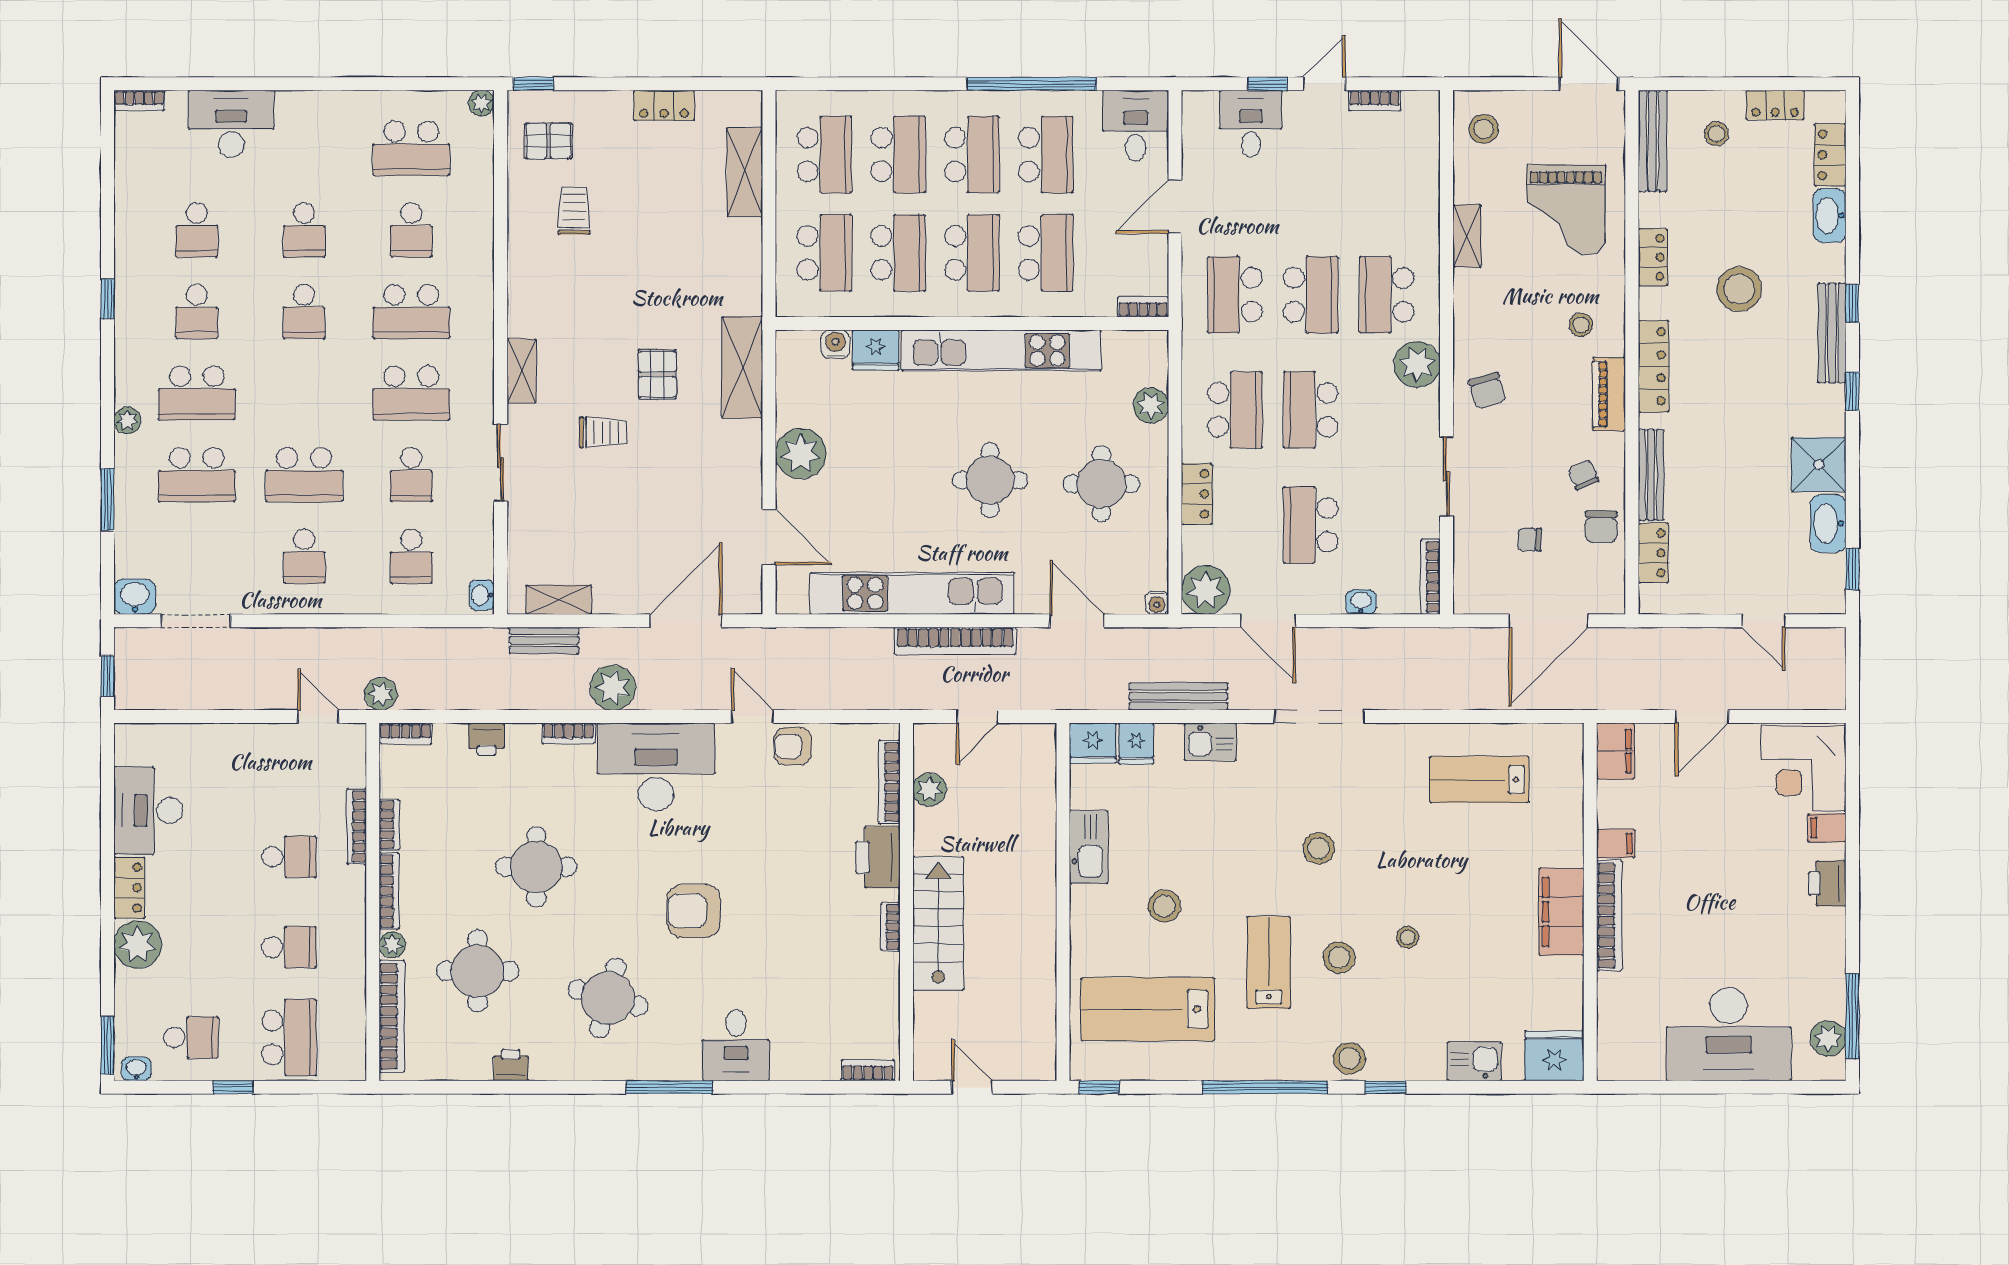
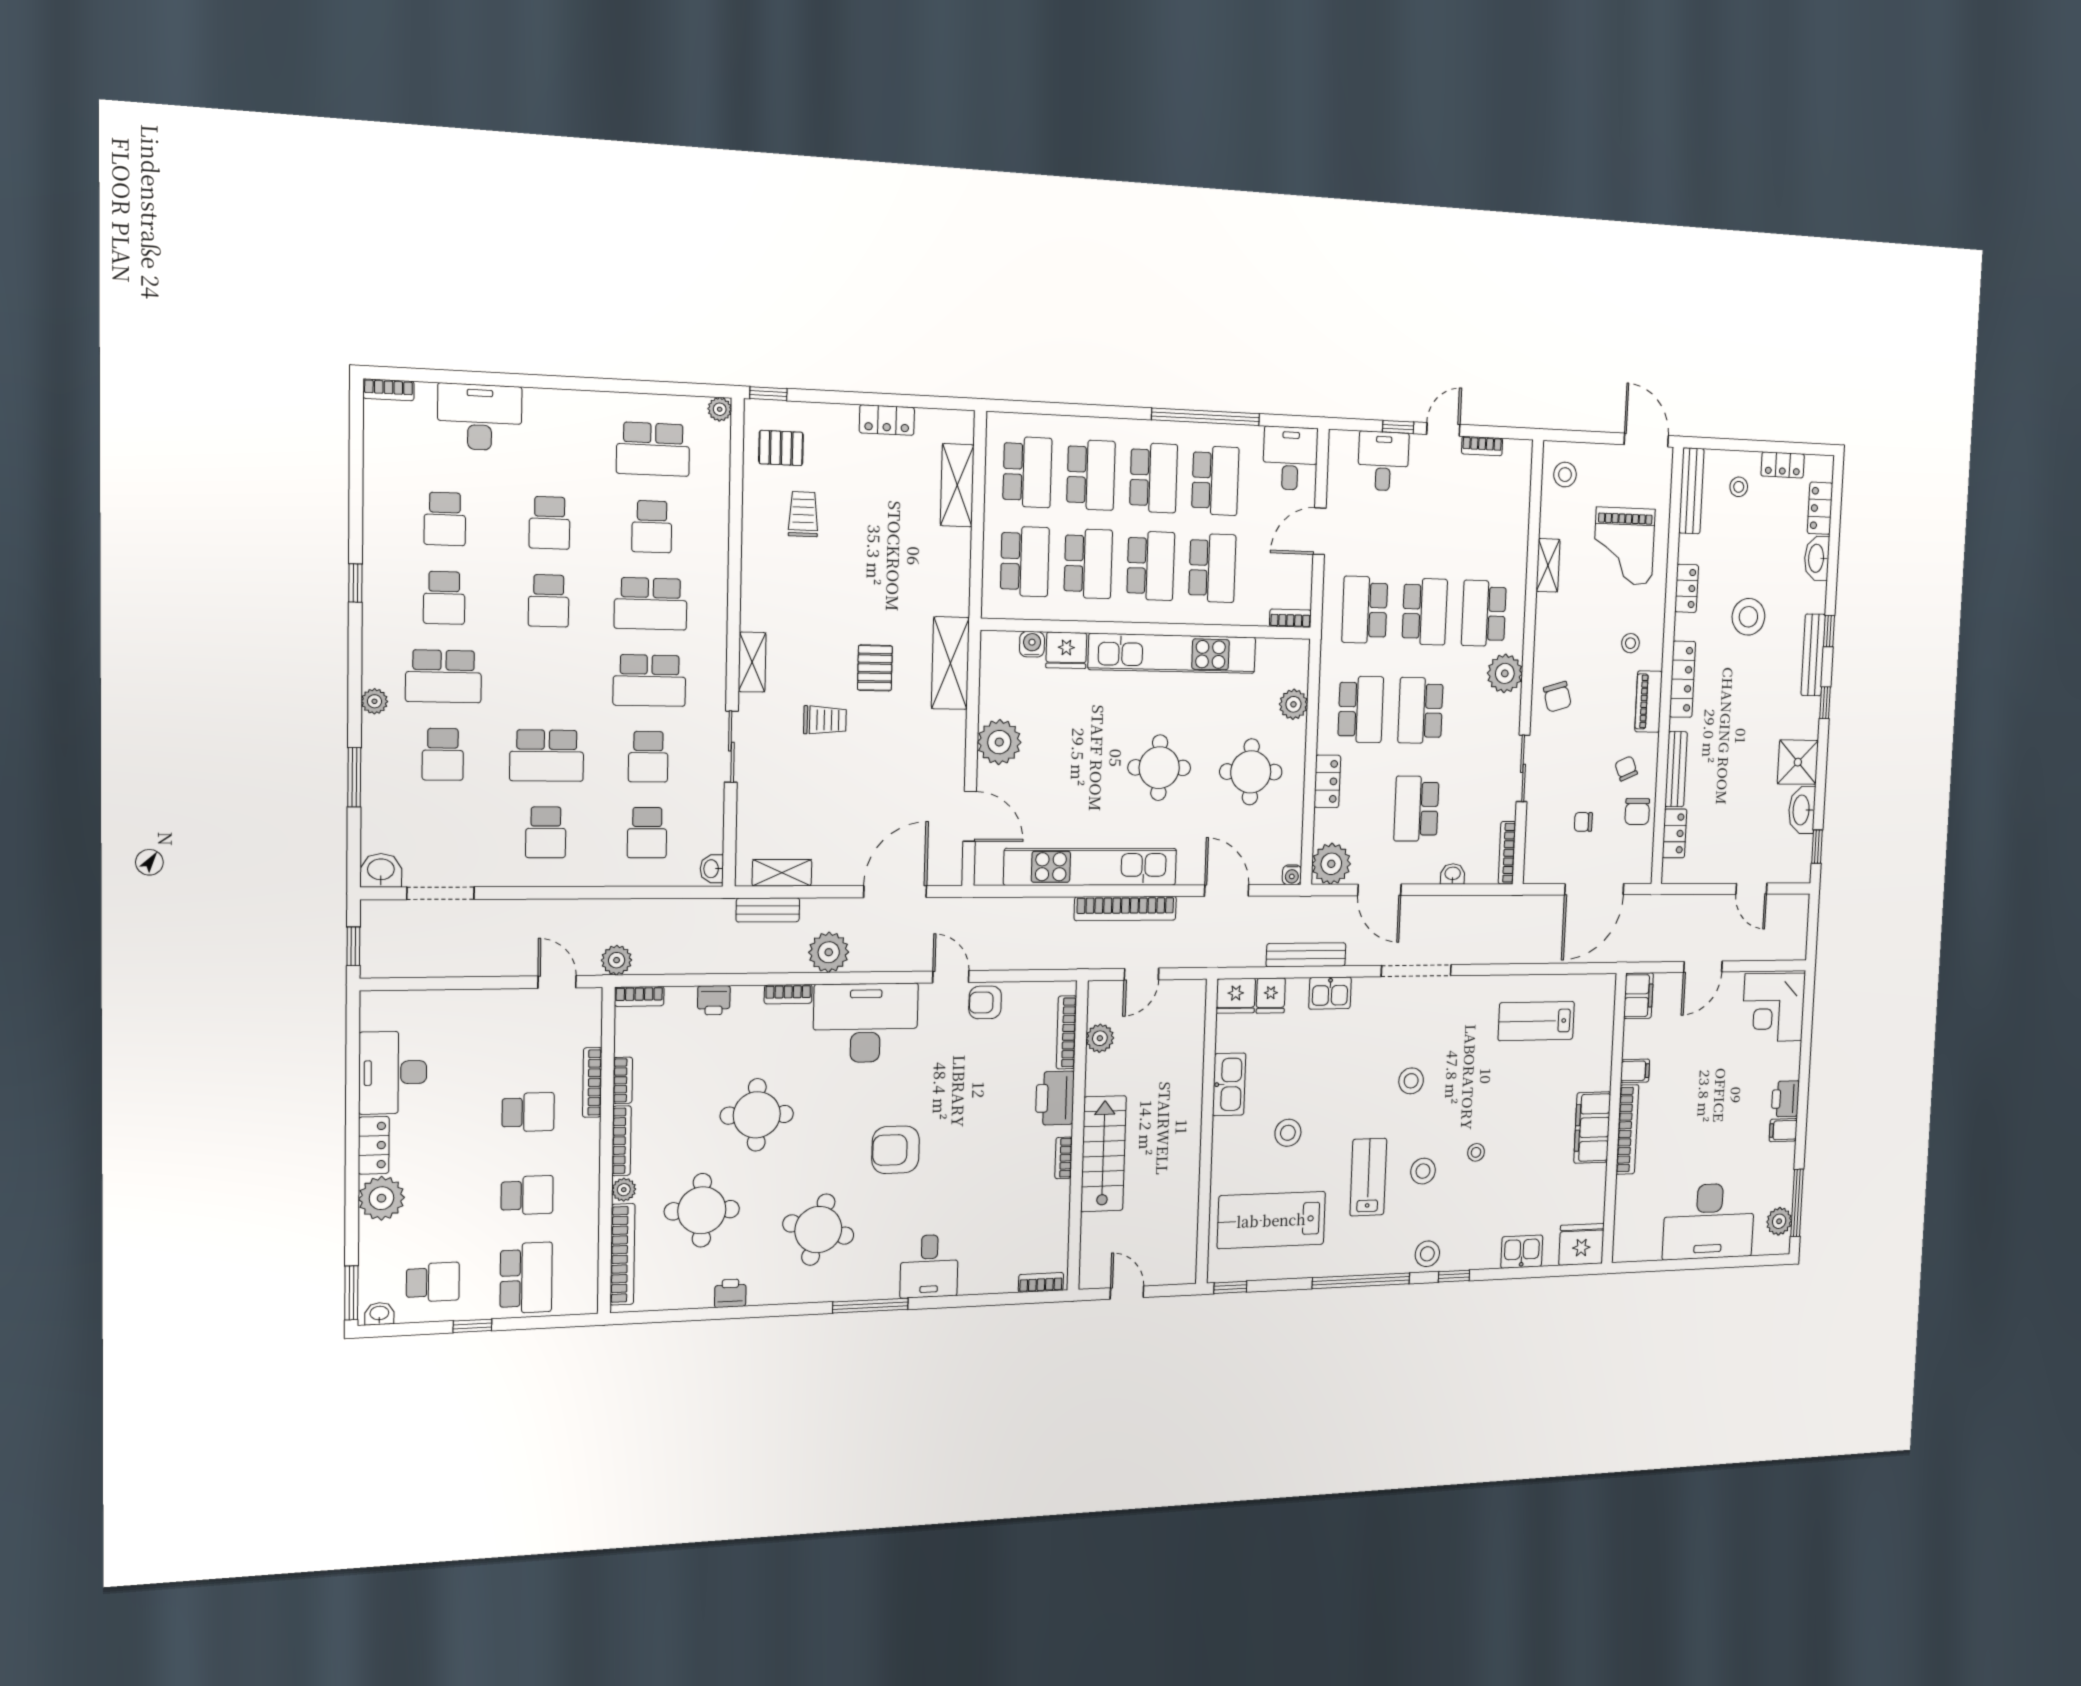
school desk: (197, 475) -> (443, 754), width x0.54
filing cabinet: (1827, 828) -> (1783, 1130), moved

